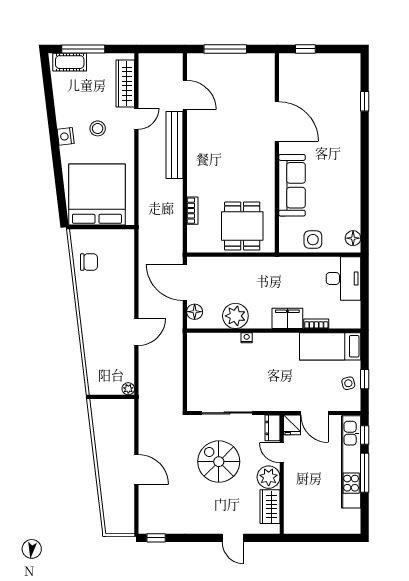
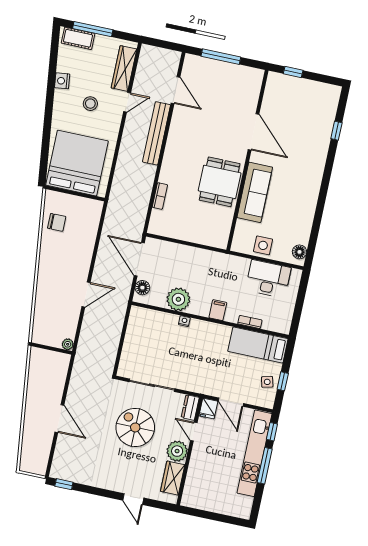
nightstand: (66, 136) -> (62, 81), moved
dining table: (242, 226) -> (220, 182), moved
desk: (343, 278) -> (268, 279), moved, turned -90
filing cabinet: (287, 318) -> (218, 310), width x0.50

